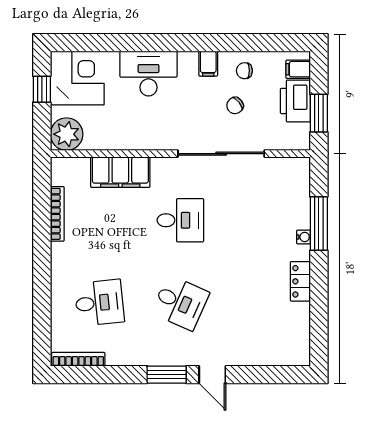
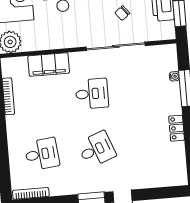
water cooler: (303, 237) -> (174, 76), moved
desk: (180, 303) -> (97, 149), turned -45

